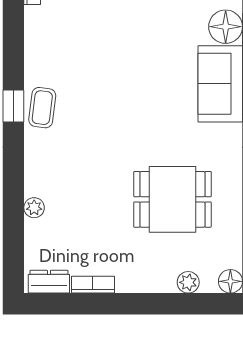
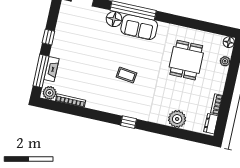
coffee table: (42, 108) -> (126, 75), moved
plant: (34, 208) -> (177, 119), width x1.88, depth x1.88

